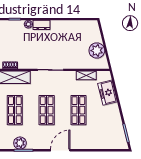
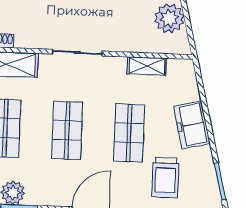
freezer: (107, 93) -> (192, 125), moved
trolley: (98, 132) -> (165, 178), added

